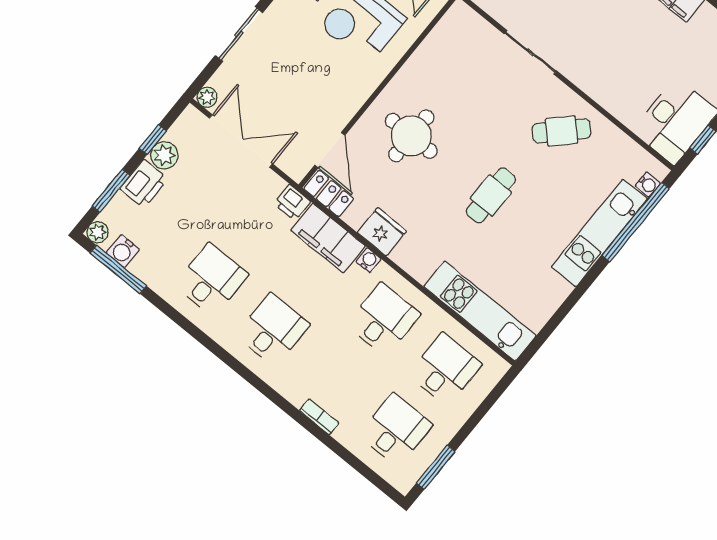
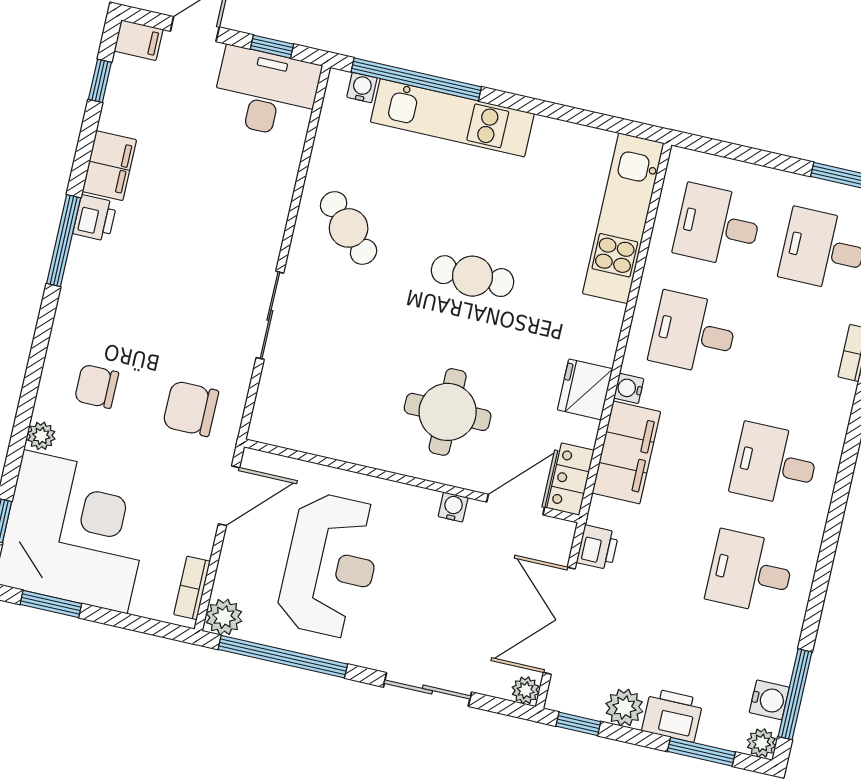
water cooler: (348, 109) -> (453, 507), added
window: (153, 140) -> (578, 724), moved
printer: (292, 203) -> (598, 547), moved

